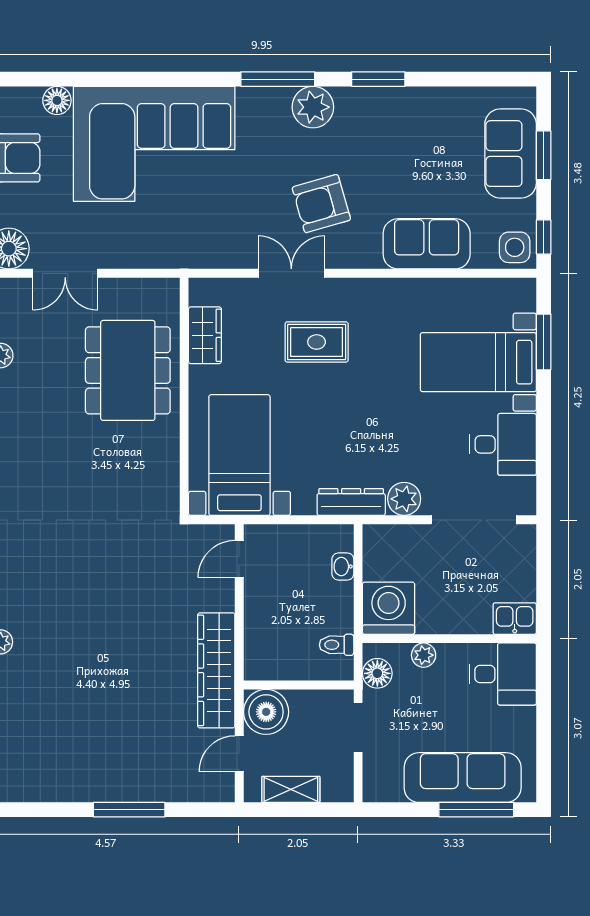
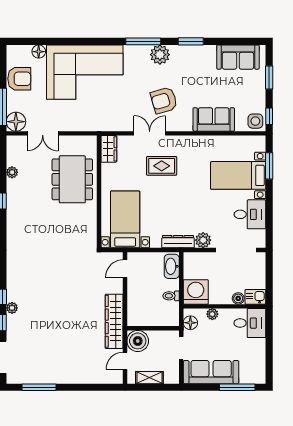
sofa: (511, 154) -> (238, 57), moved, turned -90
wardrobe: (205, 335) -> (109, 149), moved
washbasin: (343, 566) -> (172, 266), width x1.91, depth x1.45
boiler: (478, 622) -> (238, 298), added
toilet: (337, 645) -> (171, 296), moved
sofa: (463, 778) -> (211, 372), moved
window: (129, 810) -> (39, 387), moved

